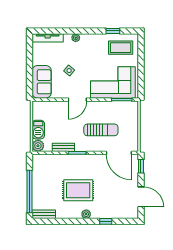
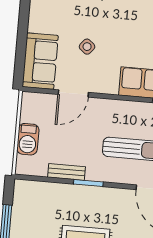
door: (77, 100) -> (73, 93), moved
plant: (38, 146) -> (25, 166), removed

